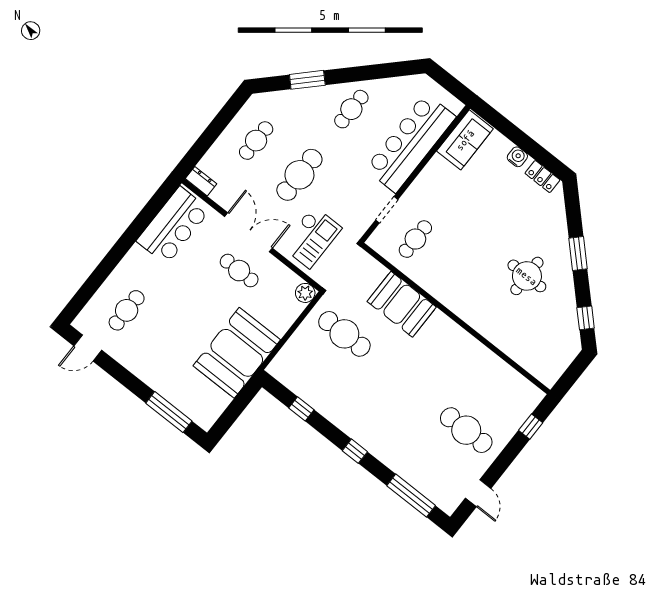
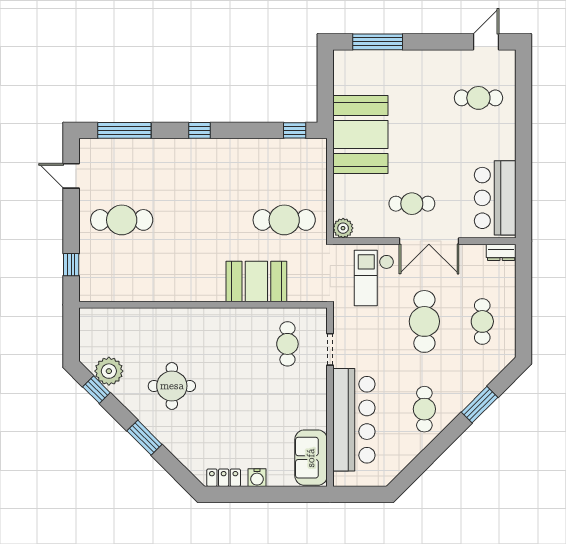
cafe table: (127, 310) -> (478, 98), turned 90
plant: (565, 324) -> (109, 371), added
window: (301, 409) -> (295, 130), moved

